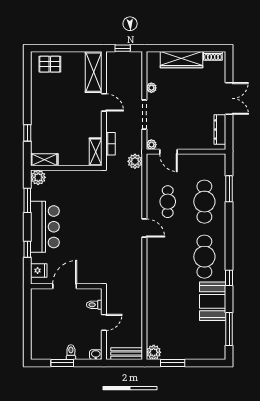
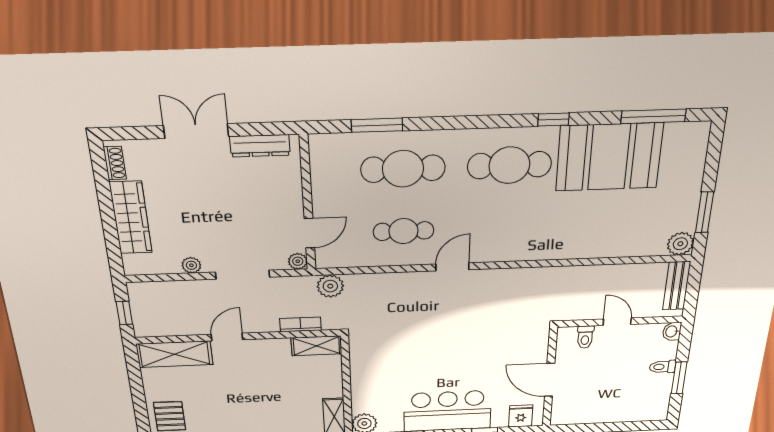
booth: (213, 301) -> (609, 157), width x1.36, depth x1.42

